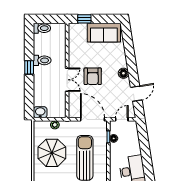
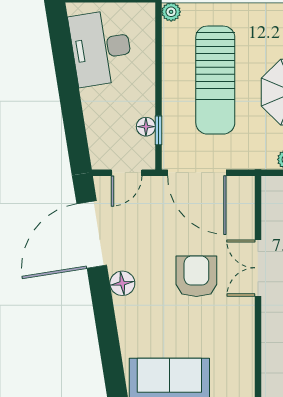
door: (136, 94) -> (92, 235), width x1.88

